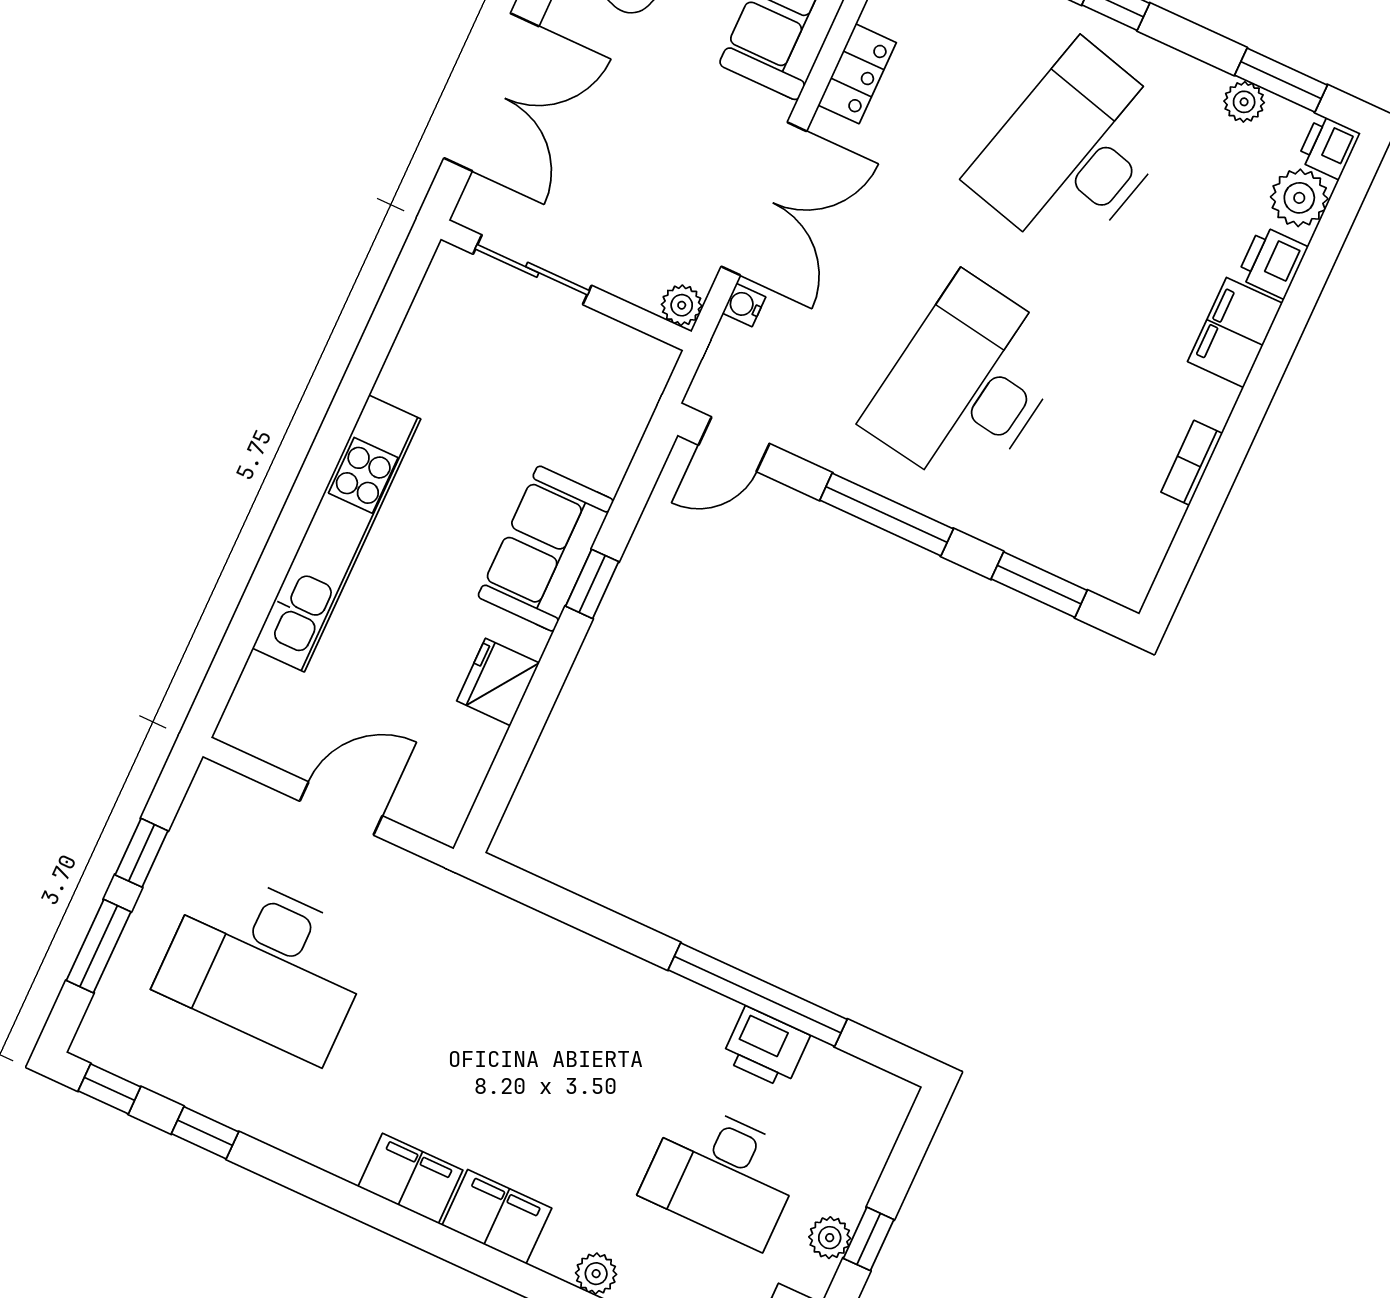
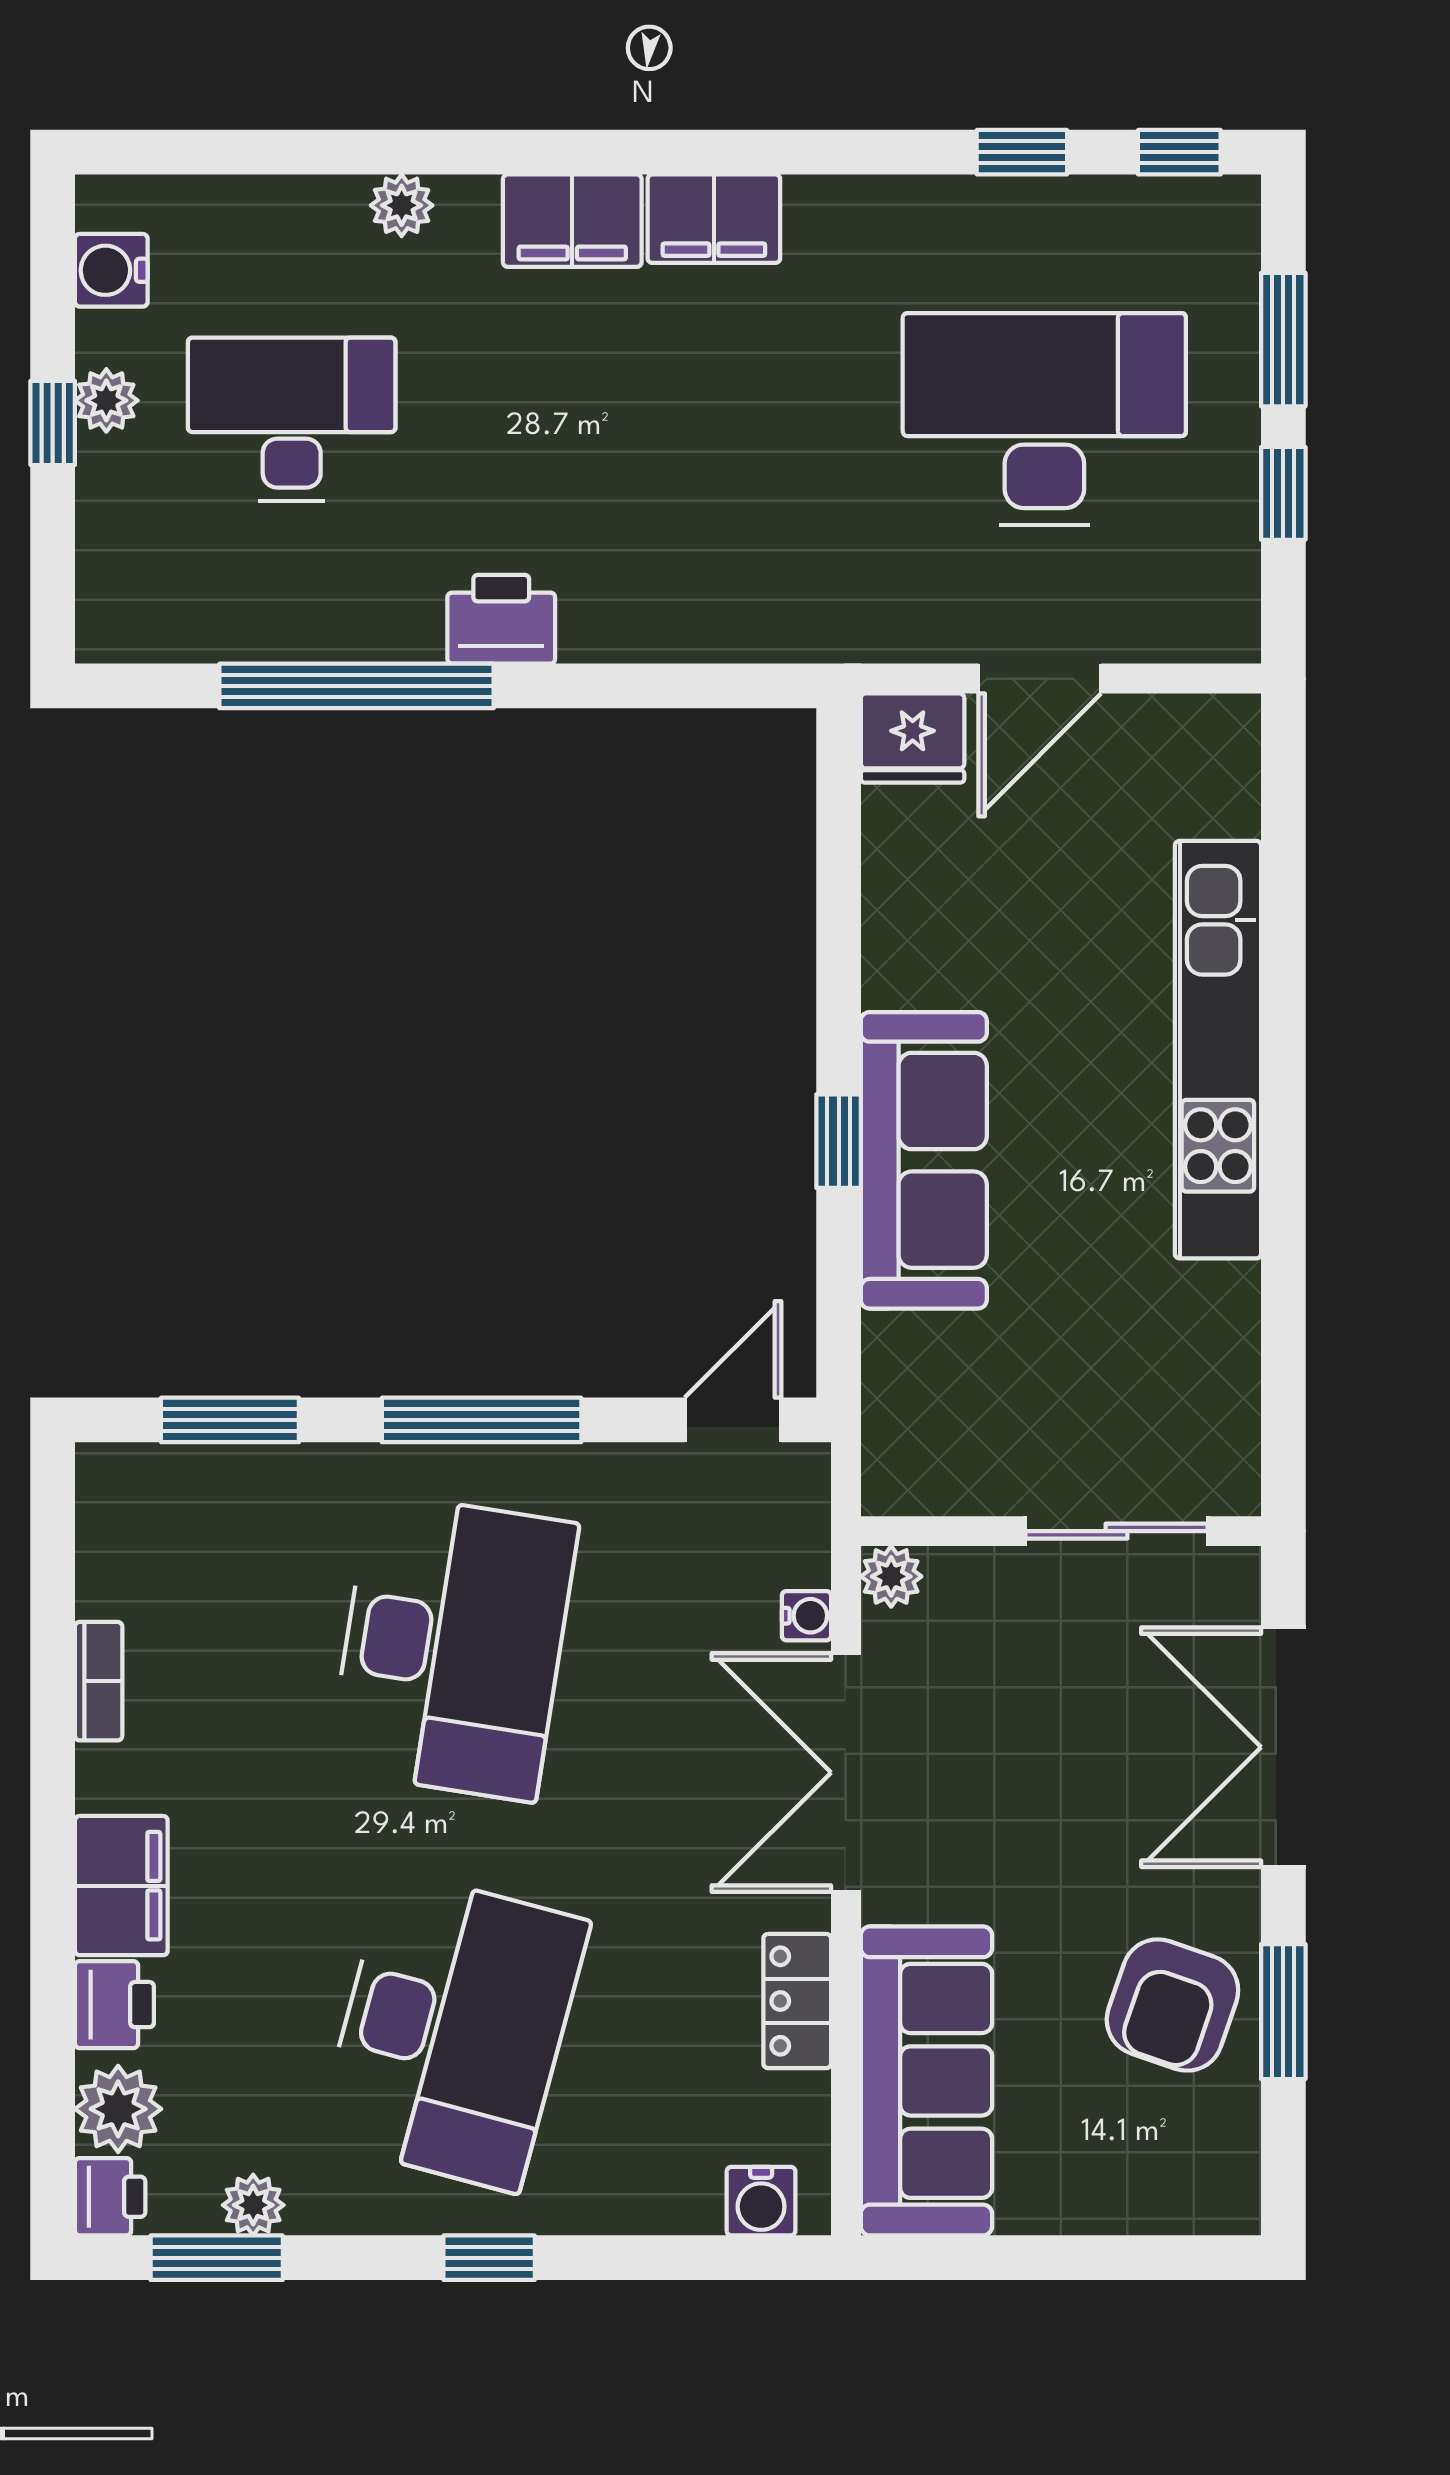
sofa: (546, 549) -> (924, 1160), width x1.36
fridge: (498, 682) -> (913, 738), moved, turned 90
printer: (766, 1047) -> (501, 619), moved

